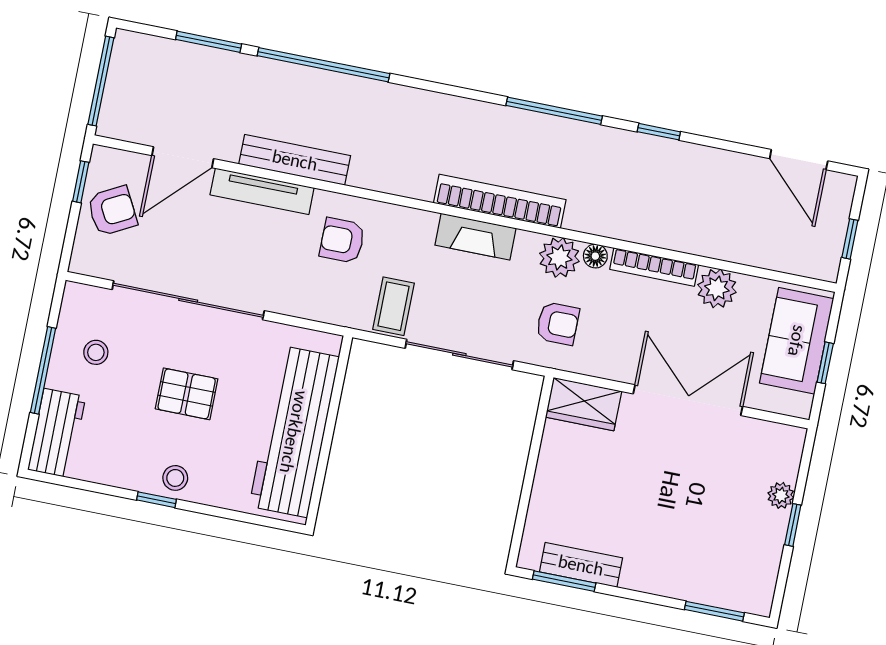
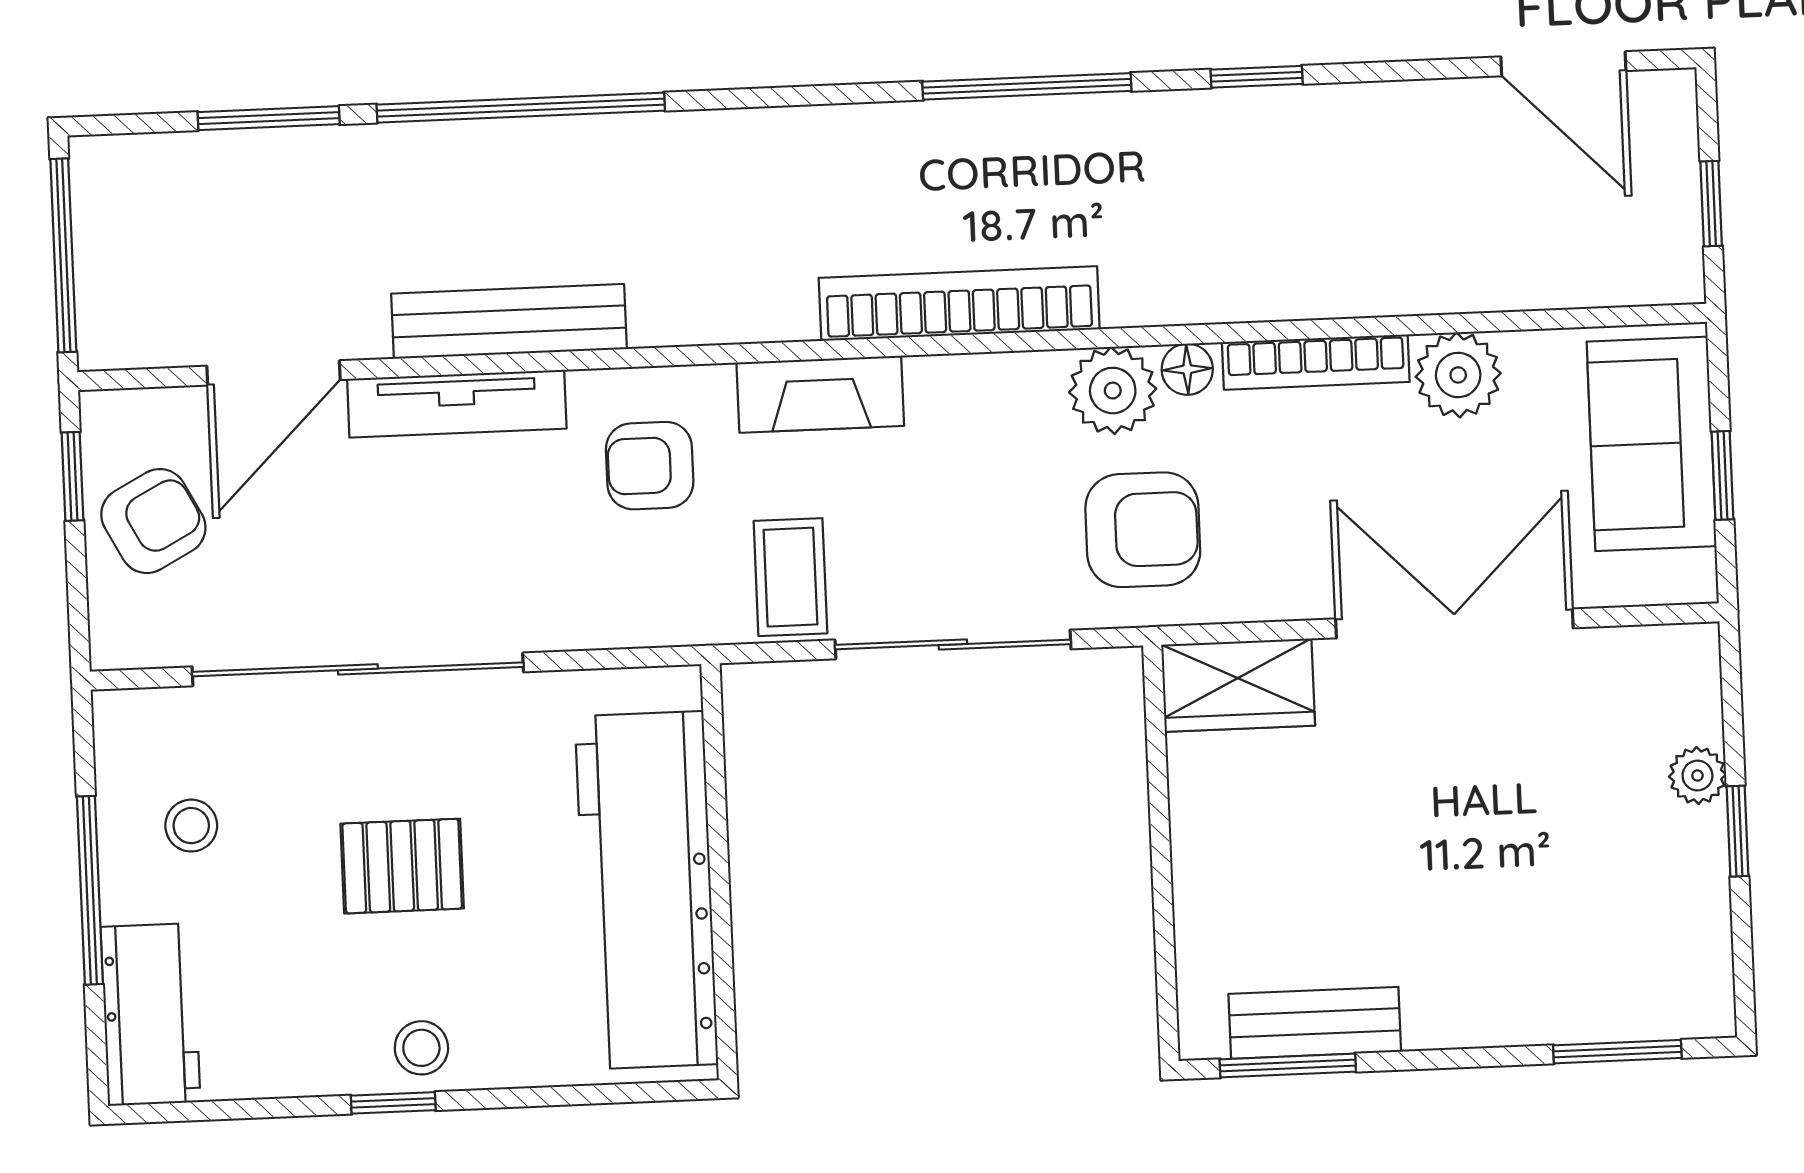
fireplace: (476, 237) -> (820, 394), moved
armchair: (558, 324) -> (1143, 530), width x1.38, depth x1.38

